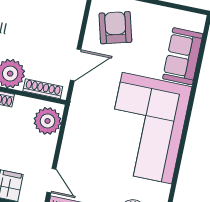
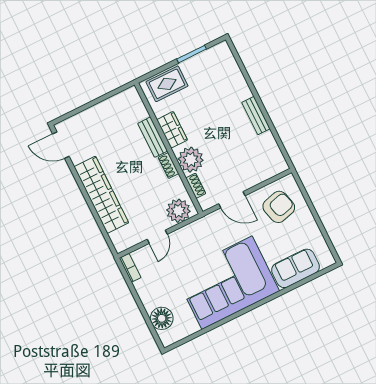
shoe rack: (43, 89) -> (196, 186), width x0.70
door: (51, 181) -> (157, 237), moved

